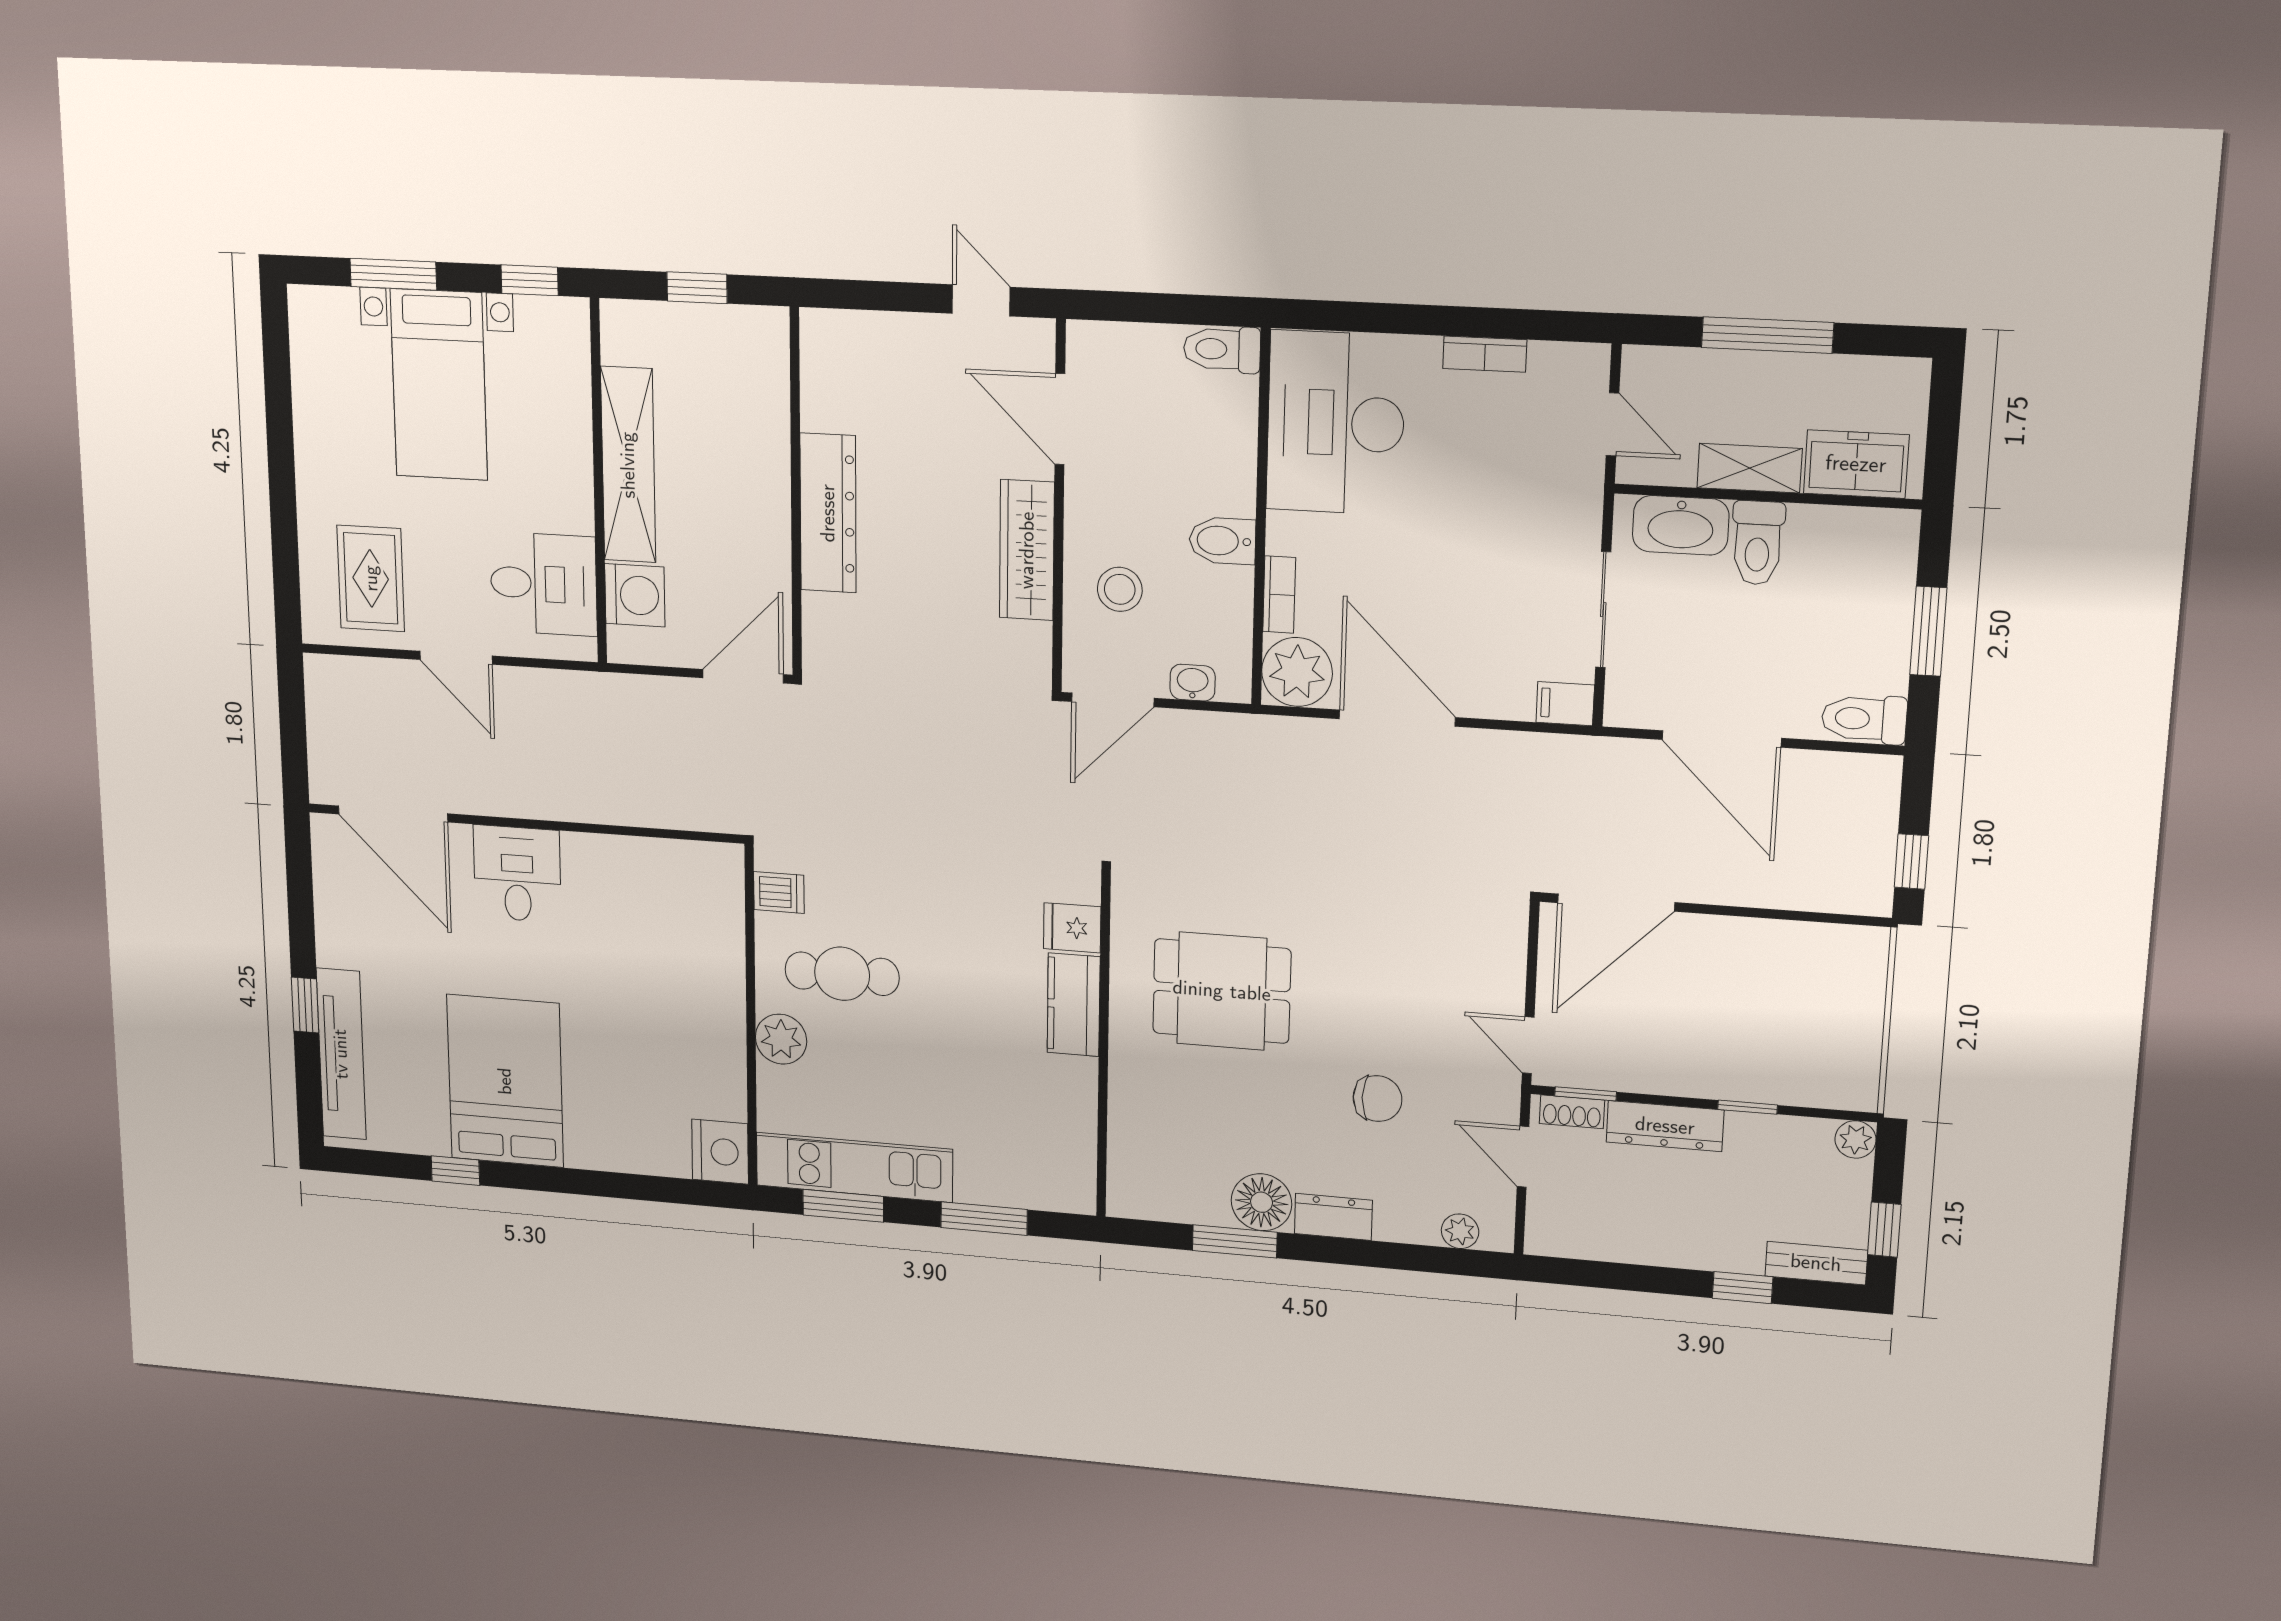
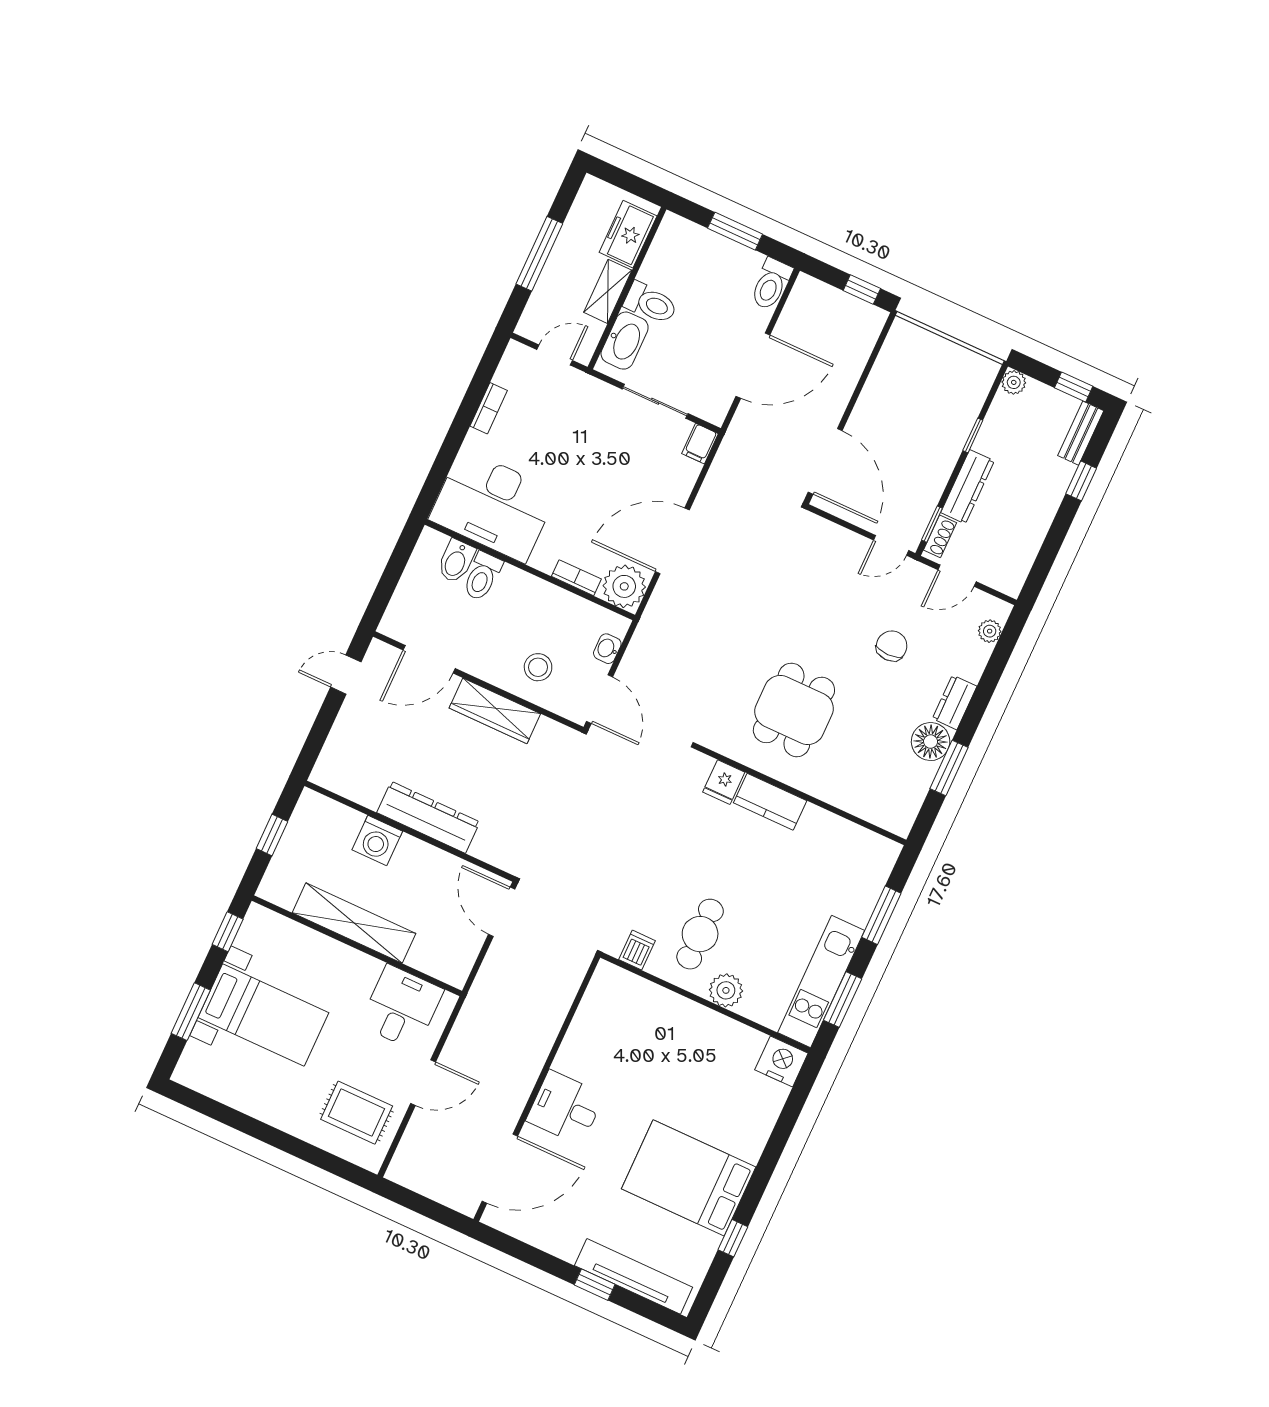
toilet: (1222, 349) -> (482, 576), moved
bidet: (1222, 541) -> (456, 561), moved
washing machine: (635, 595) -> (377, 841), moved, turned 180

